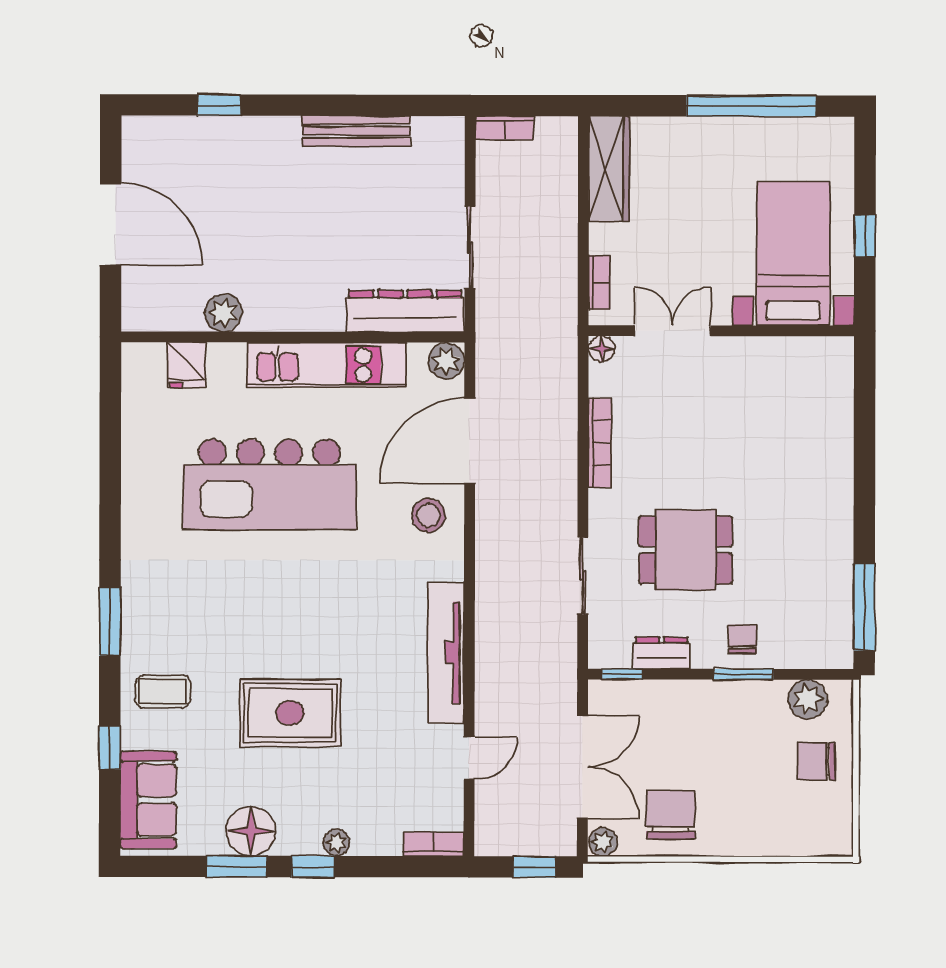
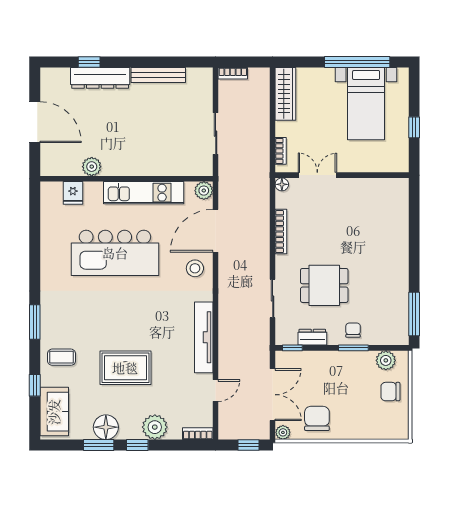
bed with nightstands: (793, 253) -> (366, 104), moved, turned 180
dresser: (405, 311) -> (100, 78), moved, turned 180
plant: (336, 843) -> (155, 427), width x1.87, depth x1.87

